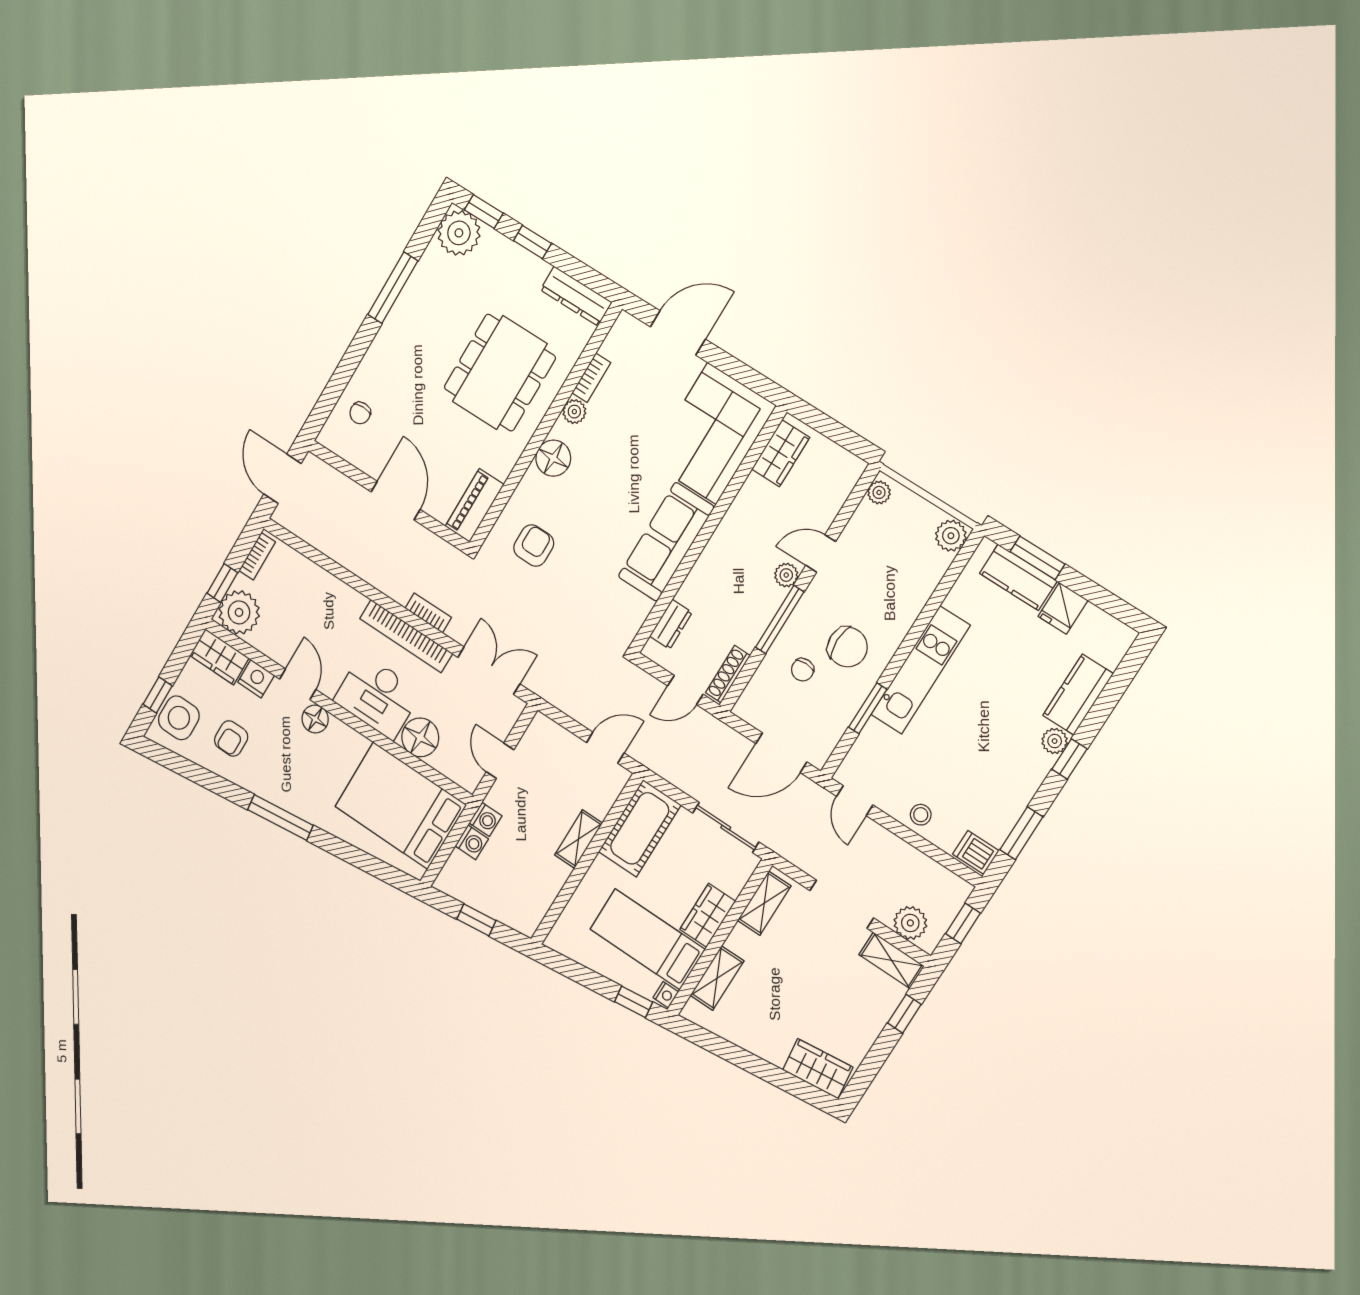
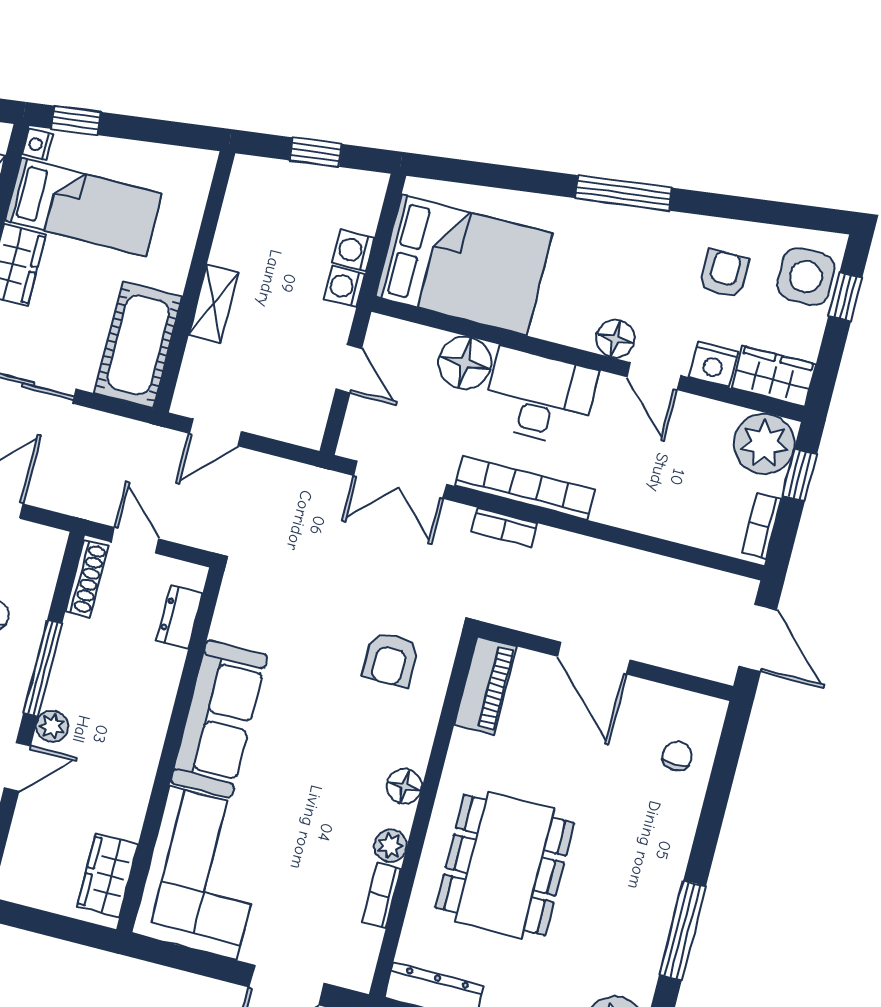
floor lamp: (553, 458) -> (404, 786), width x0.73, depth x0.73
door: (685, 690) -> (135, 540), hinge flipped

